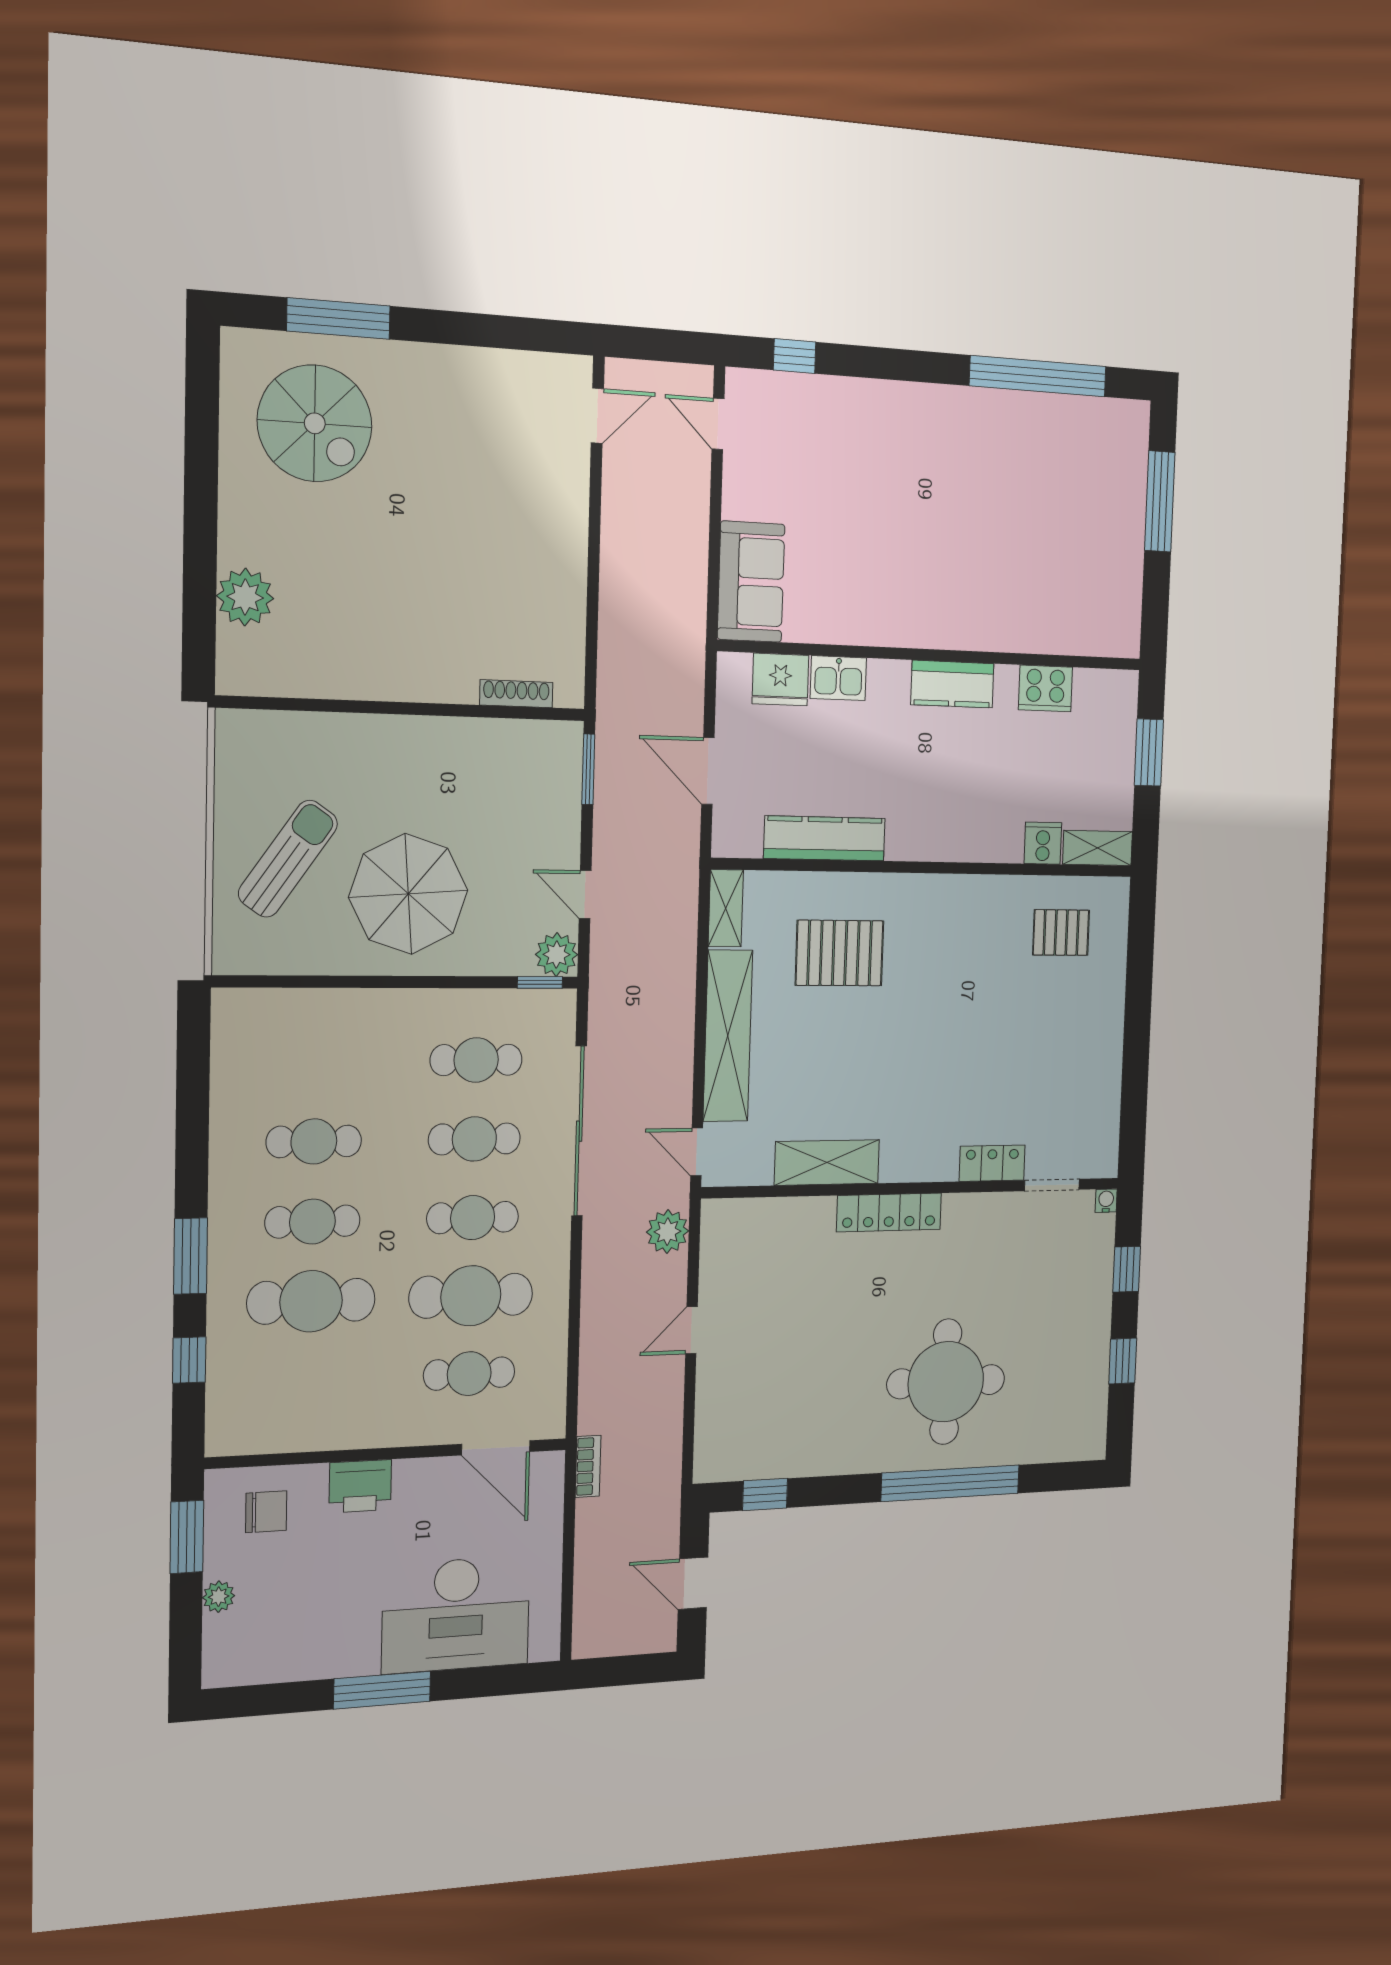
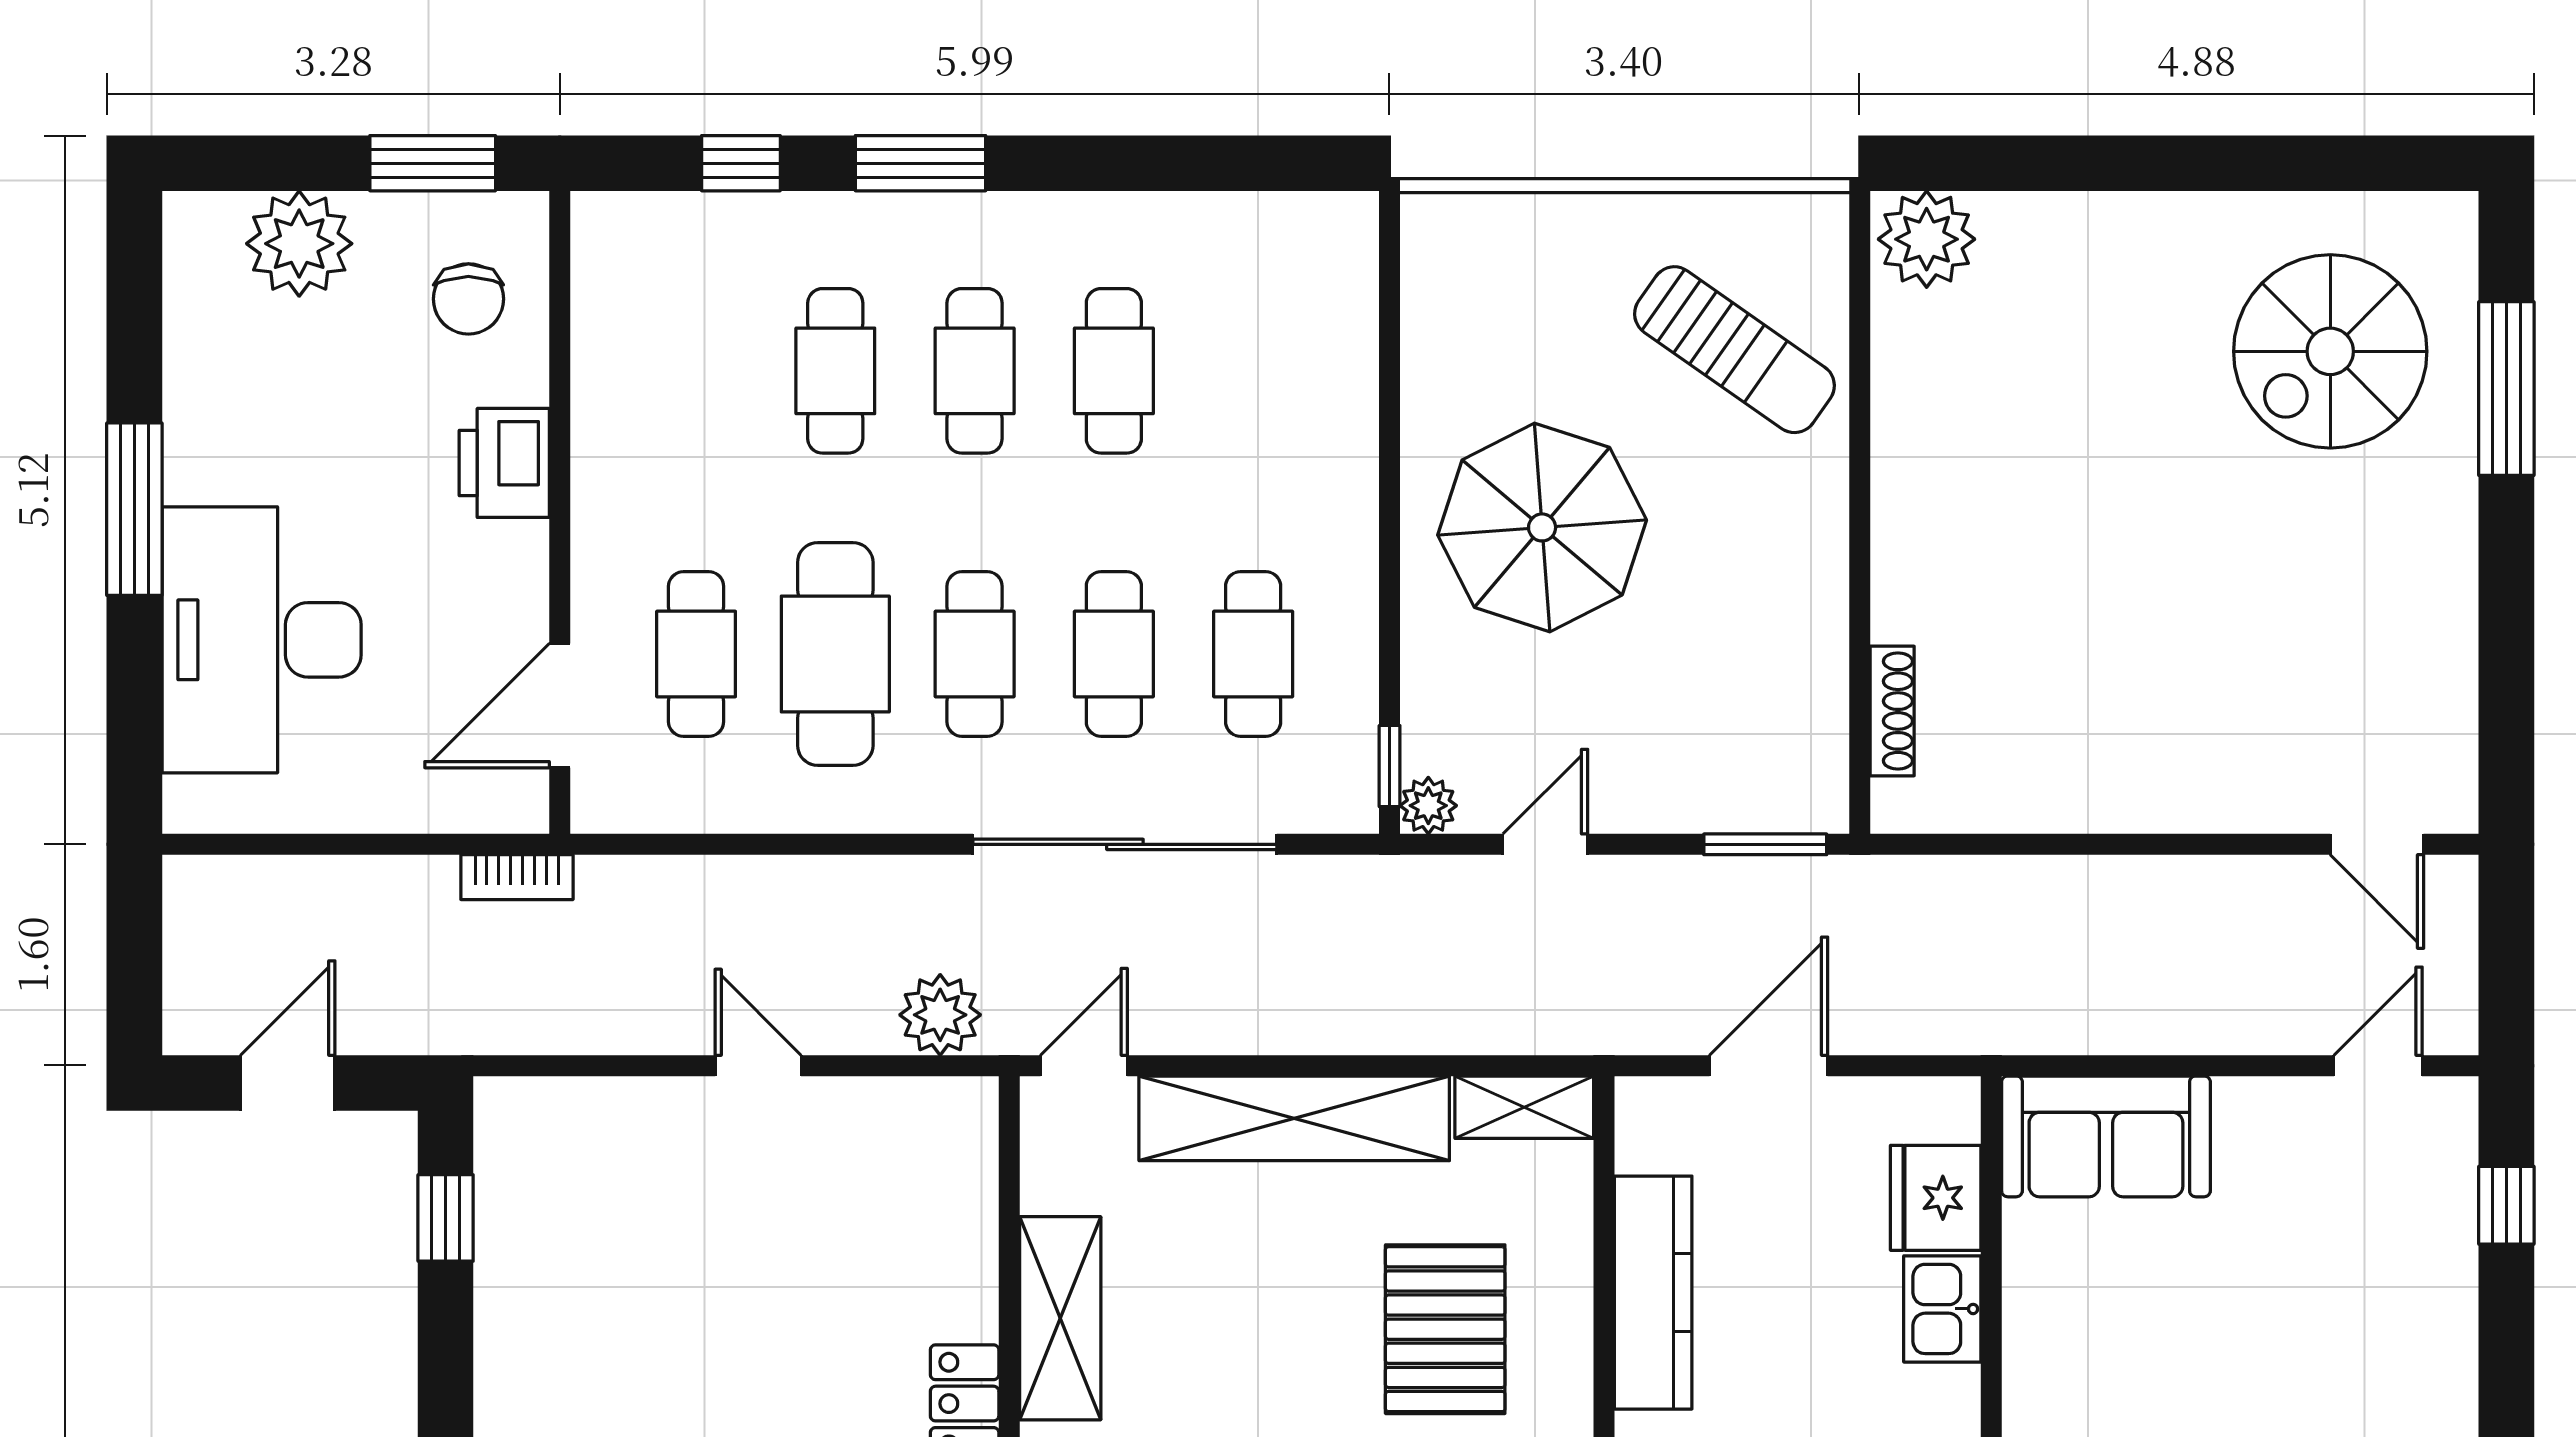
plant: (245, 597) -> (1927, 239), moved
sun lounger: (288, 859) -> (1734, 350), moved
plant: (557, 955) -> (1428, 806), width x0.73, depth x0.73
cafe table: (311, 1301) -> (835, 371), width x0.73, depth x0.74
plant: (219, 1597) -> (299, 244), width x1.87, depth x1.87

